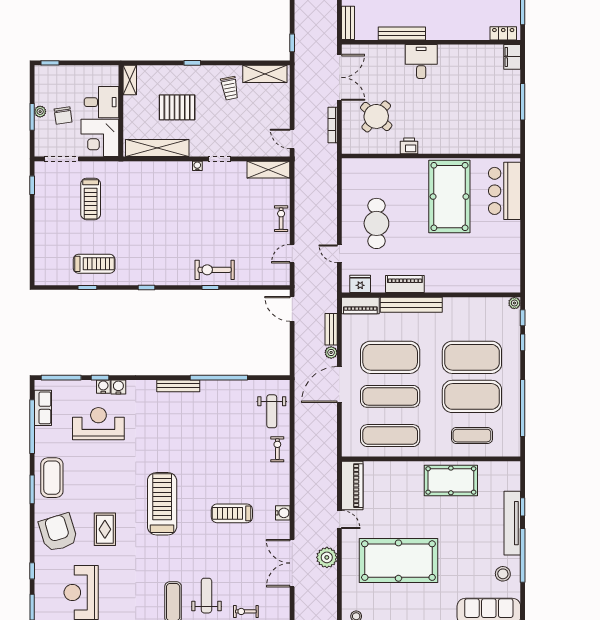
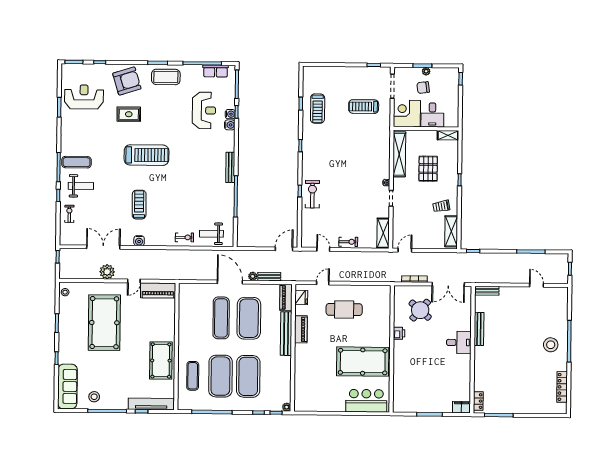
exercise mat: (390, 436) -> (193, 318), removed
tv unit: (512, 523) -> (151, 404), moved

